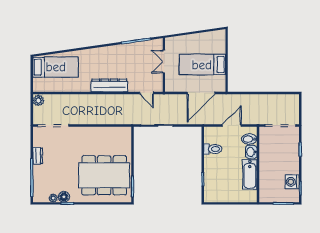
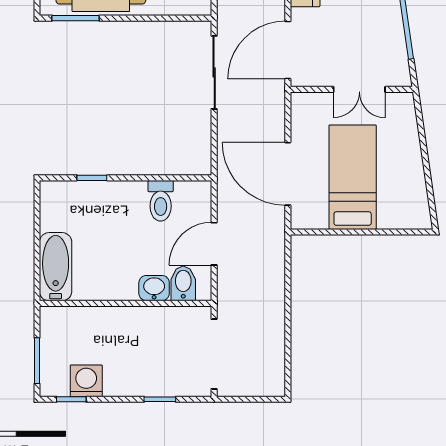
double door: (164, 62) -> (359, 89), swing flipped
door: (147, 93) -> (288, 50), width x1.87
door: (232, 125) -> (214, 244), swing flipped
bathtub: (250, 174) -> (56, 267), moved, turned 90

